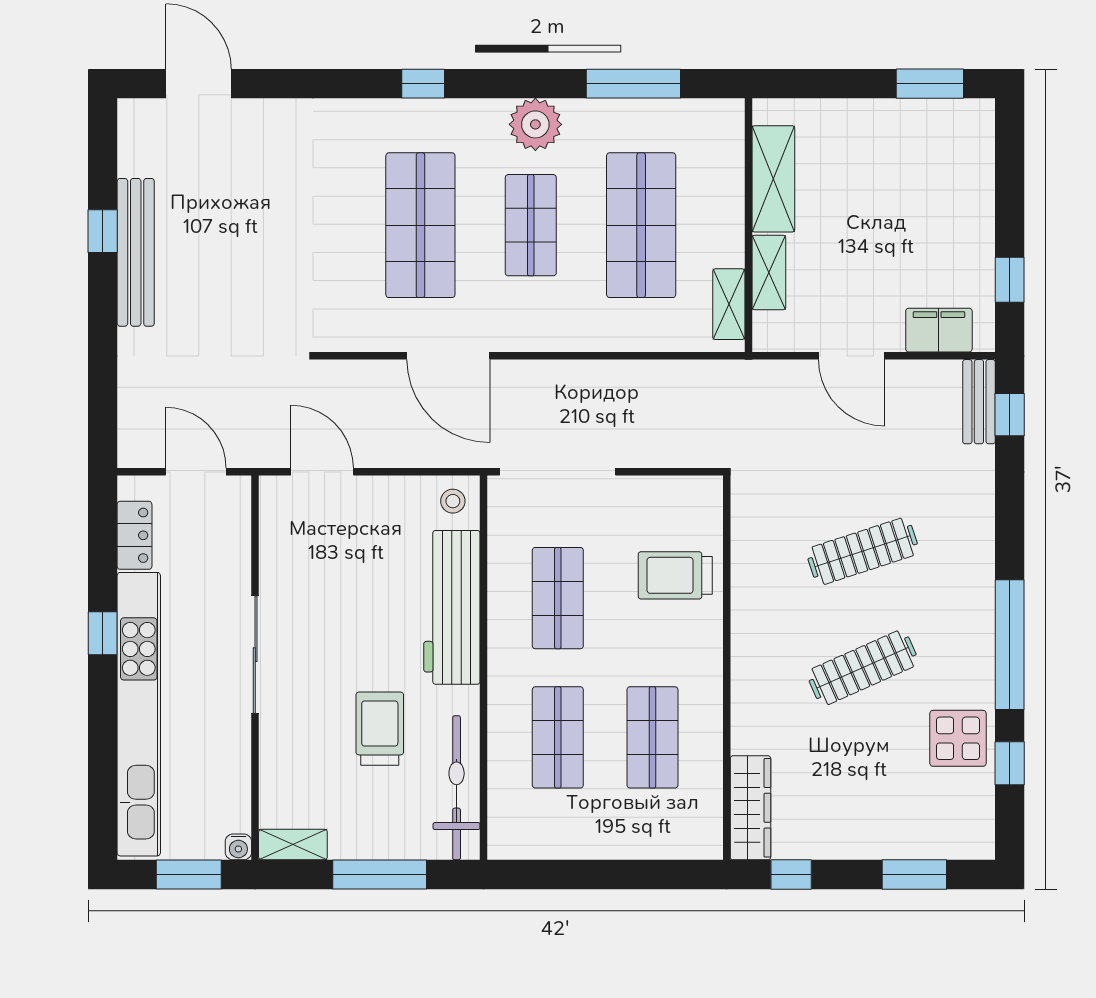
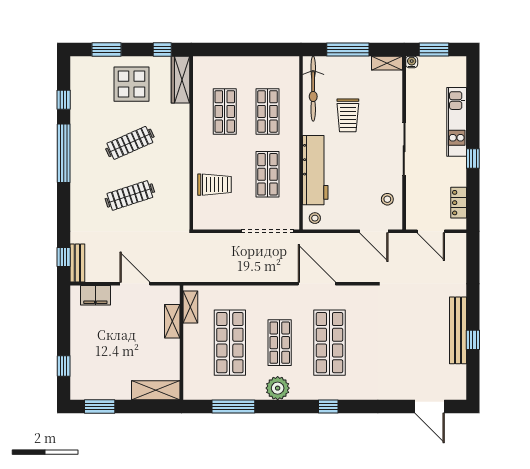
shelving: (773, 179) -> (156, 390), moved, turned 90
window: (1010, 280) -> (64, 366), moved
stool: (292, 543) -> (387, 199), added
kitchen unit: (139, 714) -> (457, 122), width x0.54
display table: (958, 738) -> (131, 84), moved, width x1.36, depth x1.36

